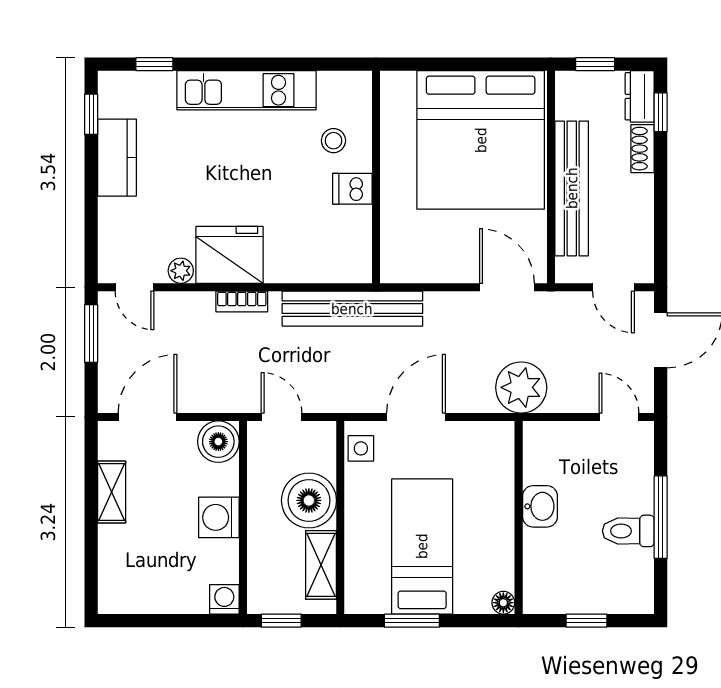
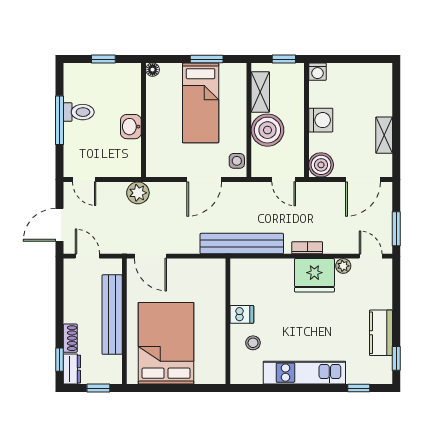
bed: (481, 140) -> (166, 343), width x0.73
plant: (521, 387) -> (138, 193), width x0.73, depth x0.73

